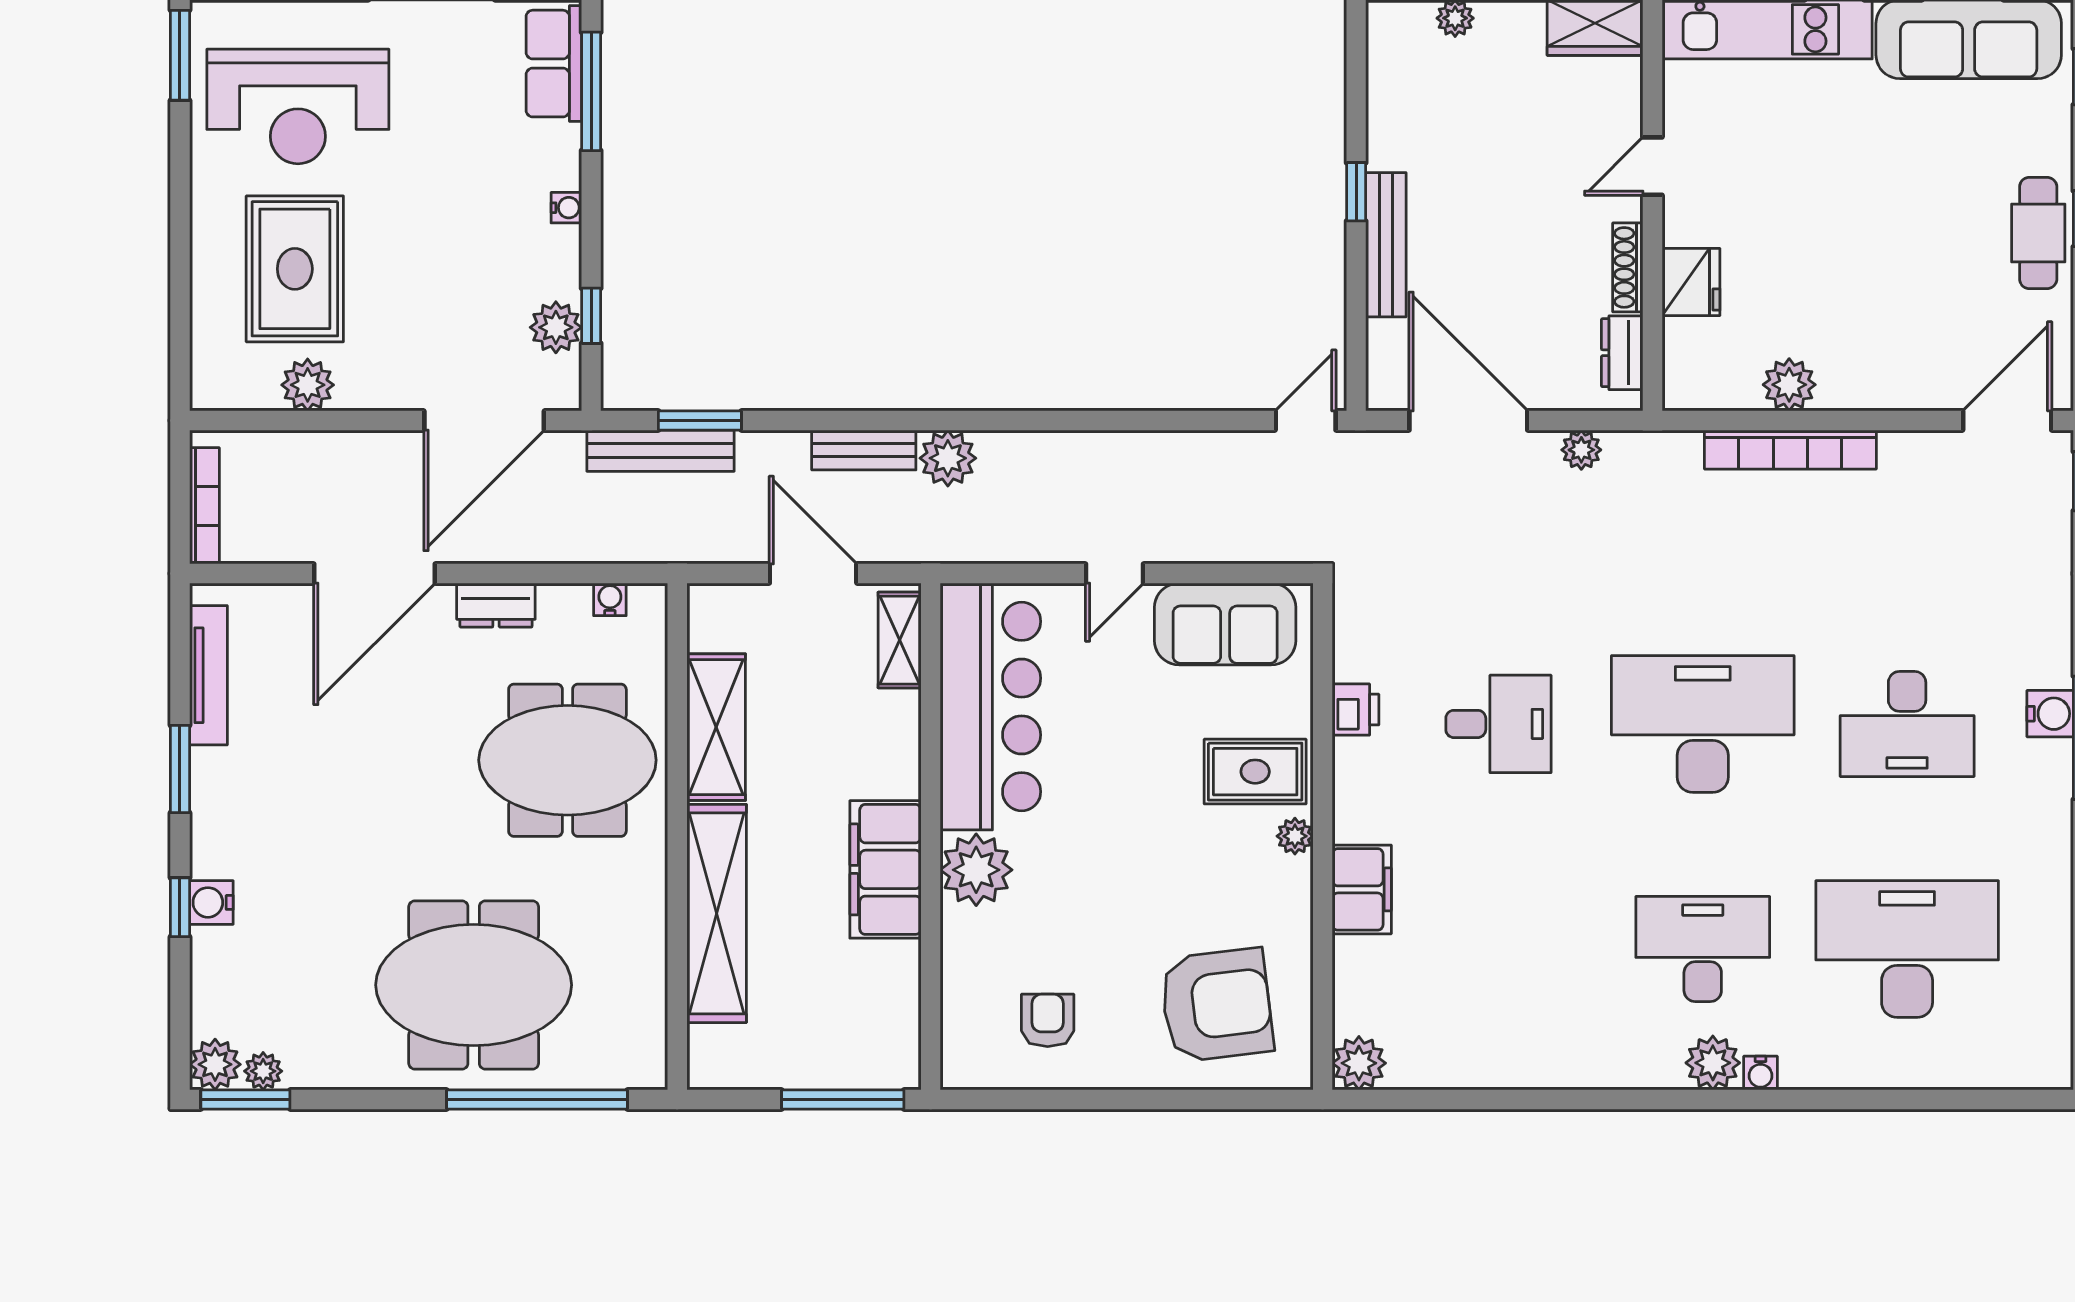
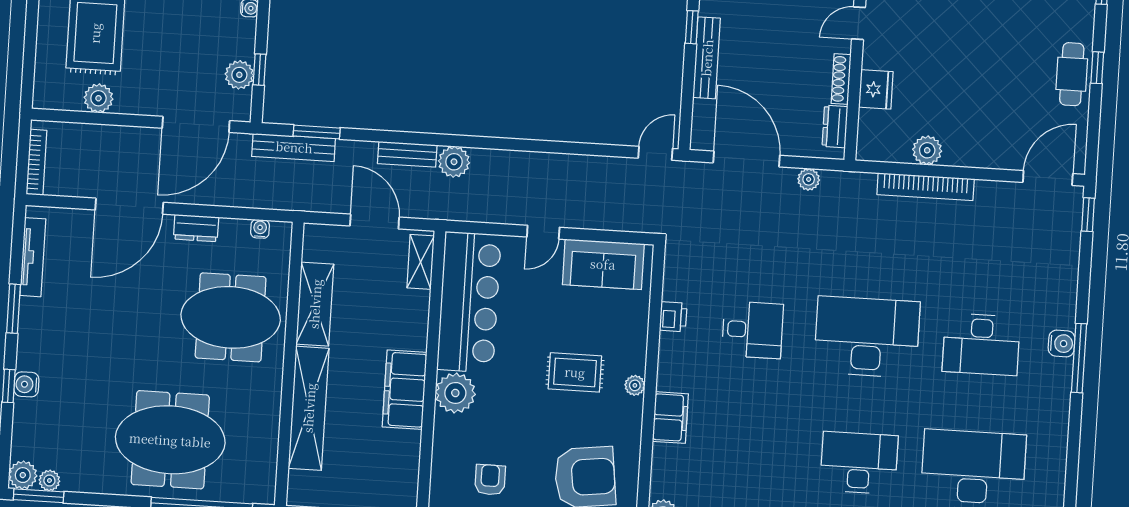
rug: (1255, 772) -> (575, 372), moved

